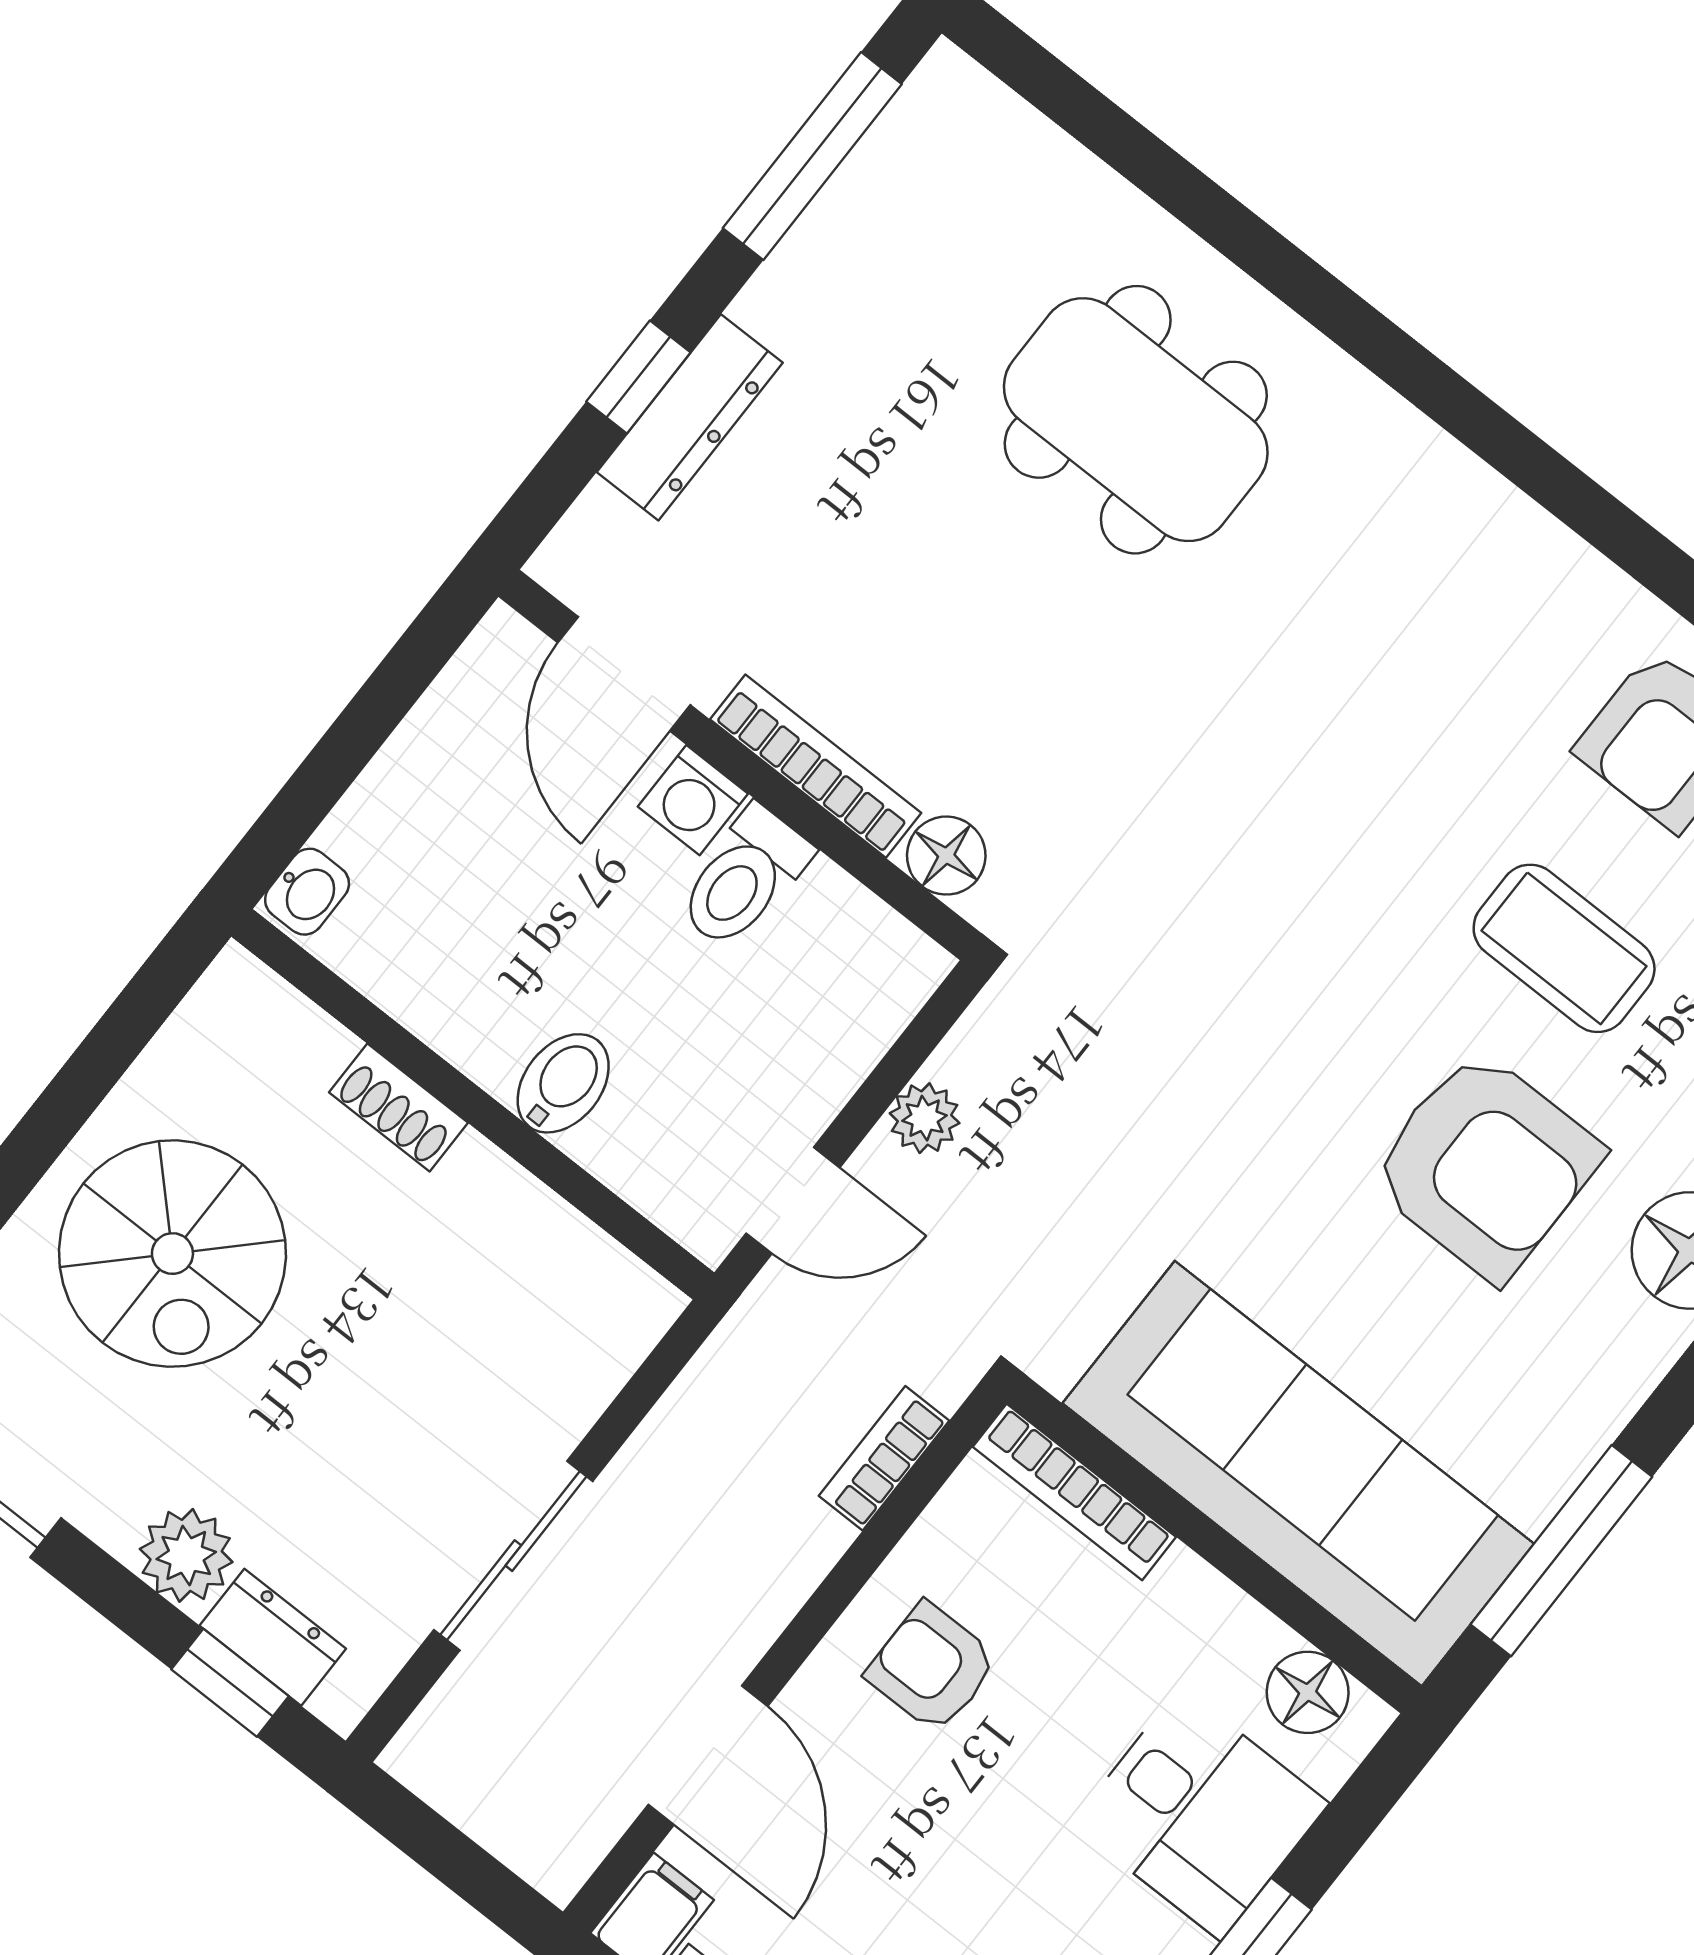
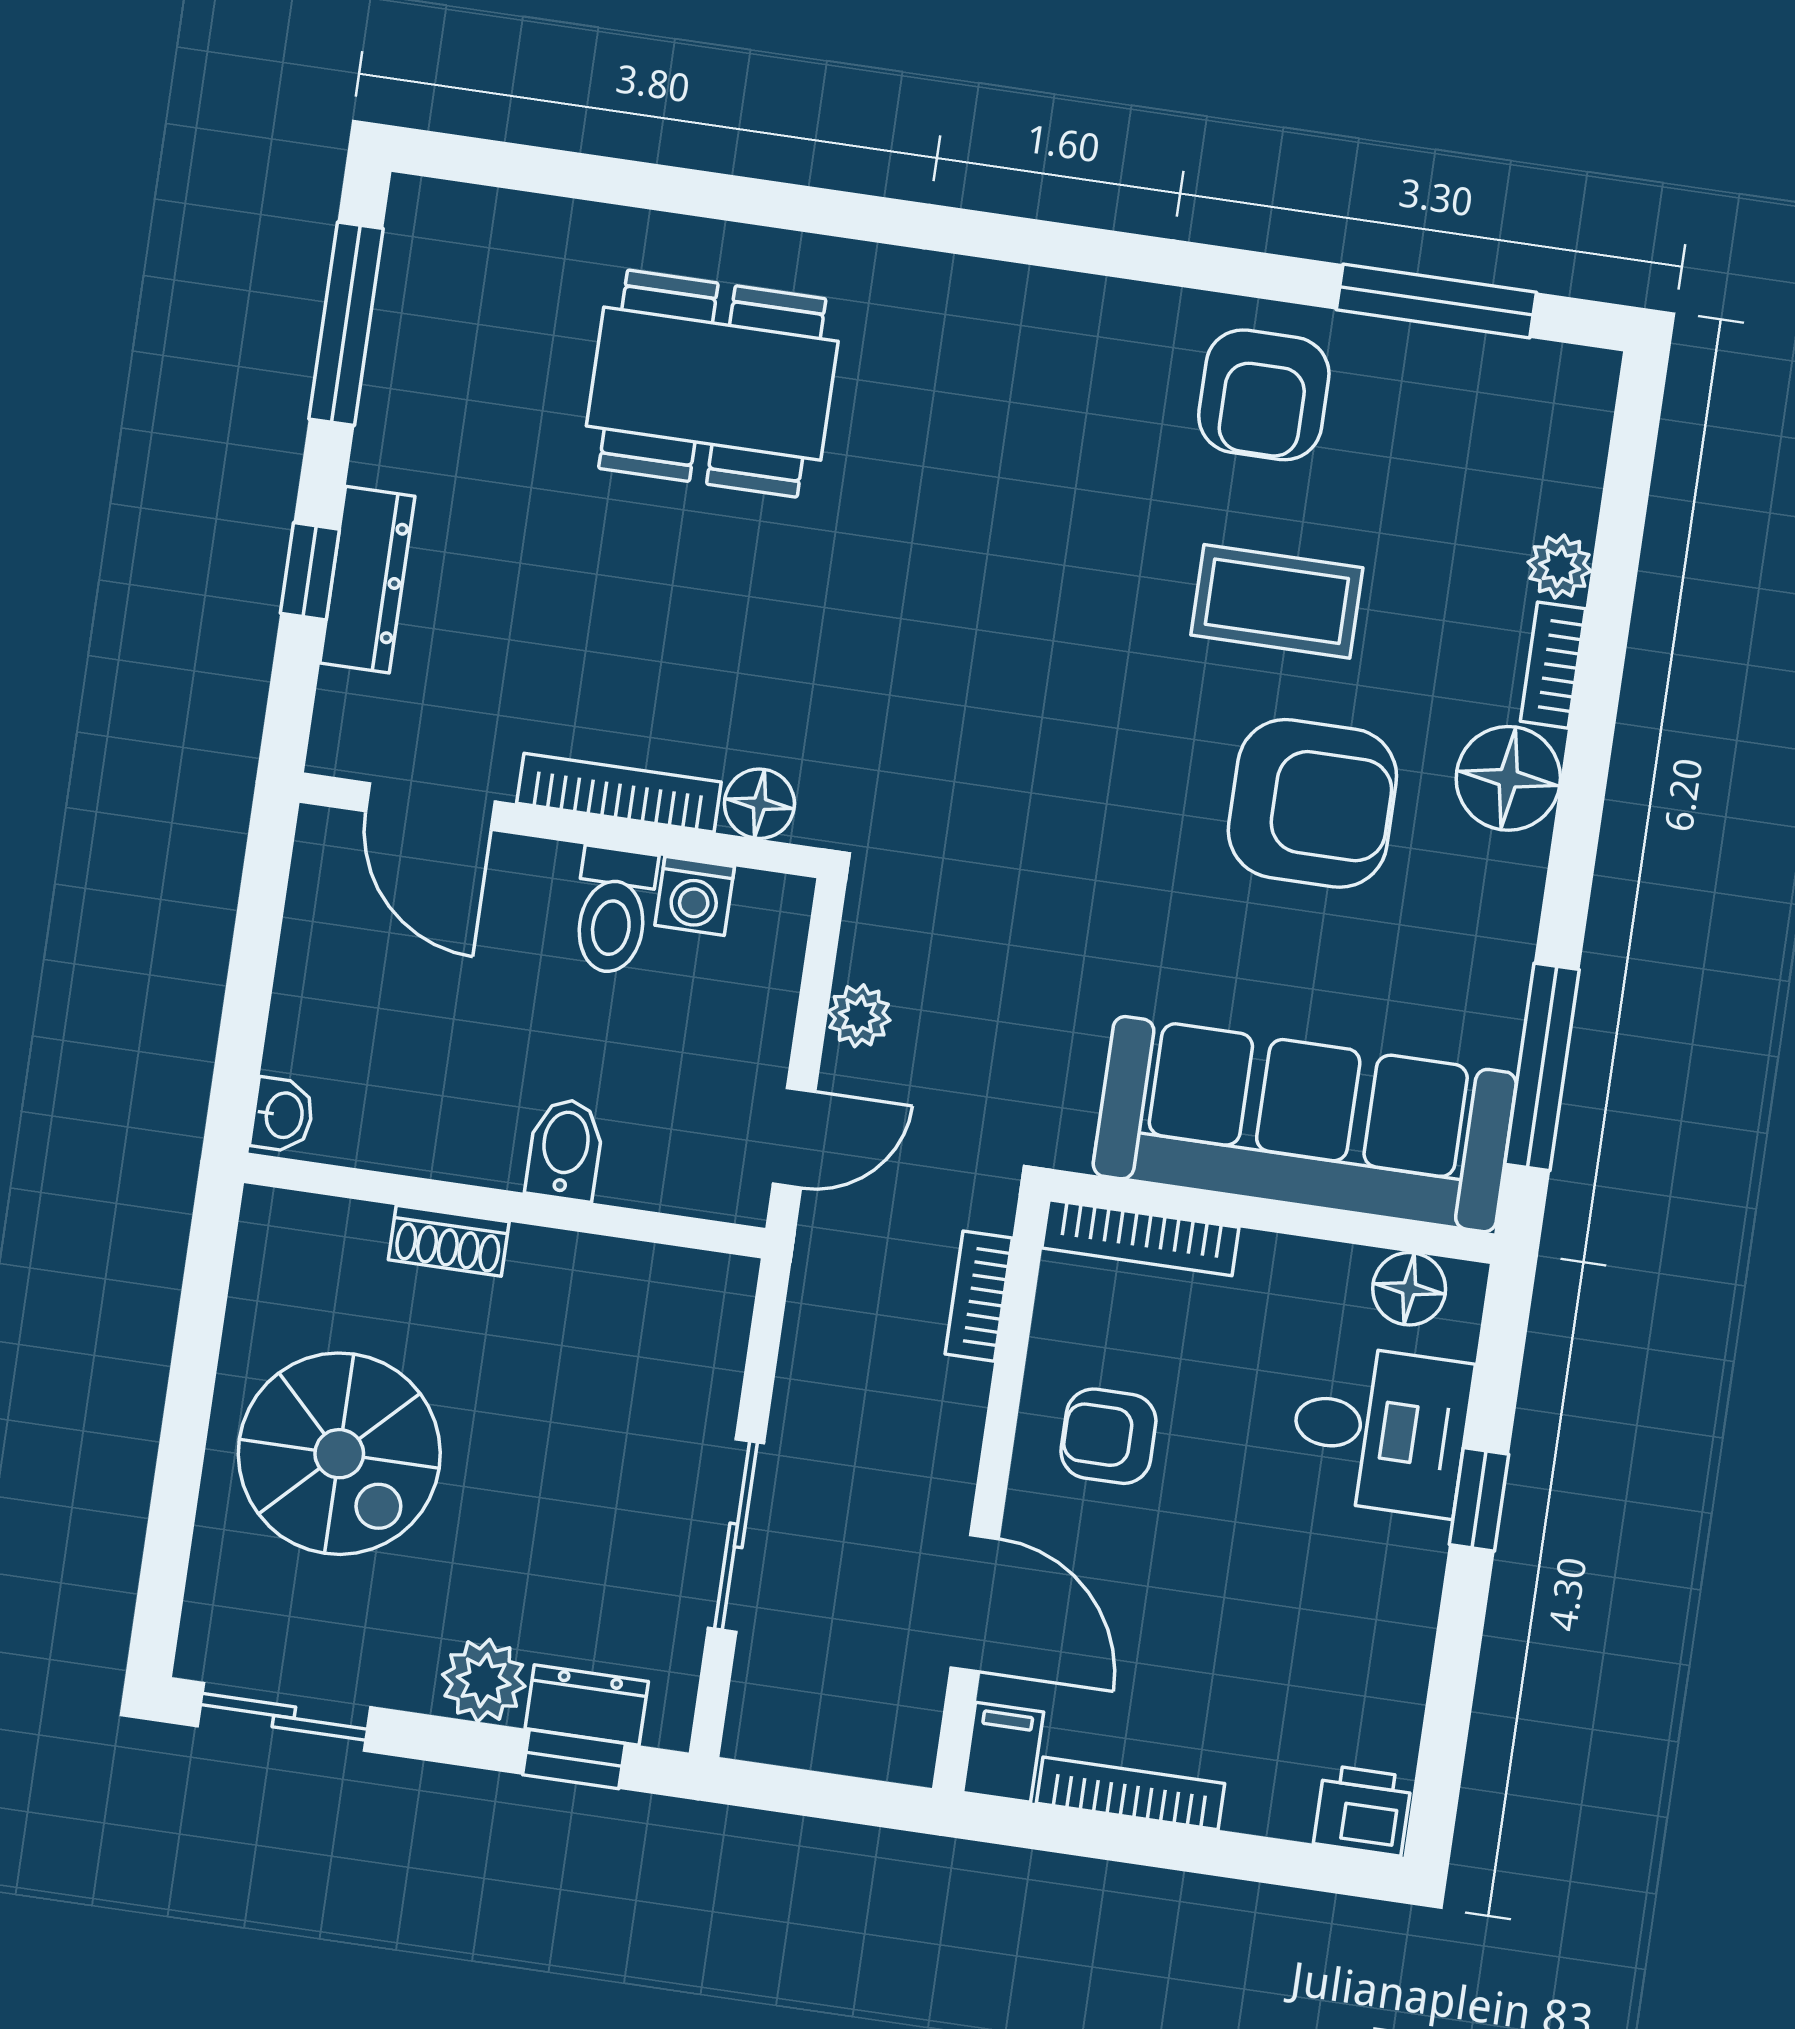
washing machine: (693, 800) -> (695, 896), moved

